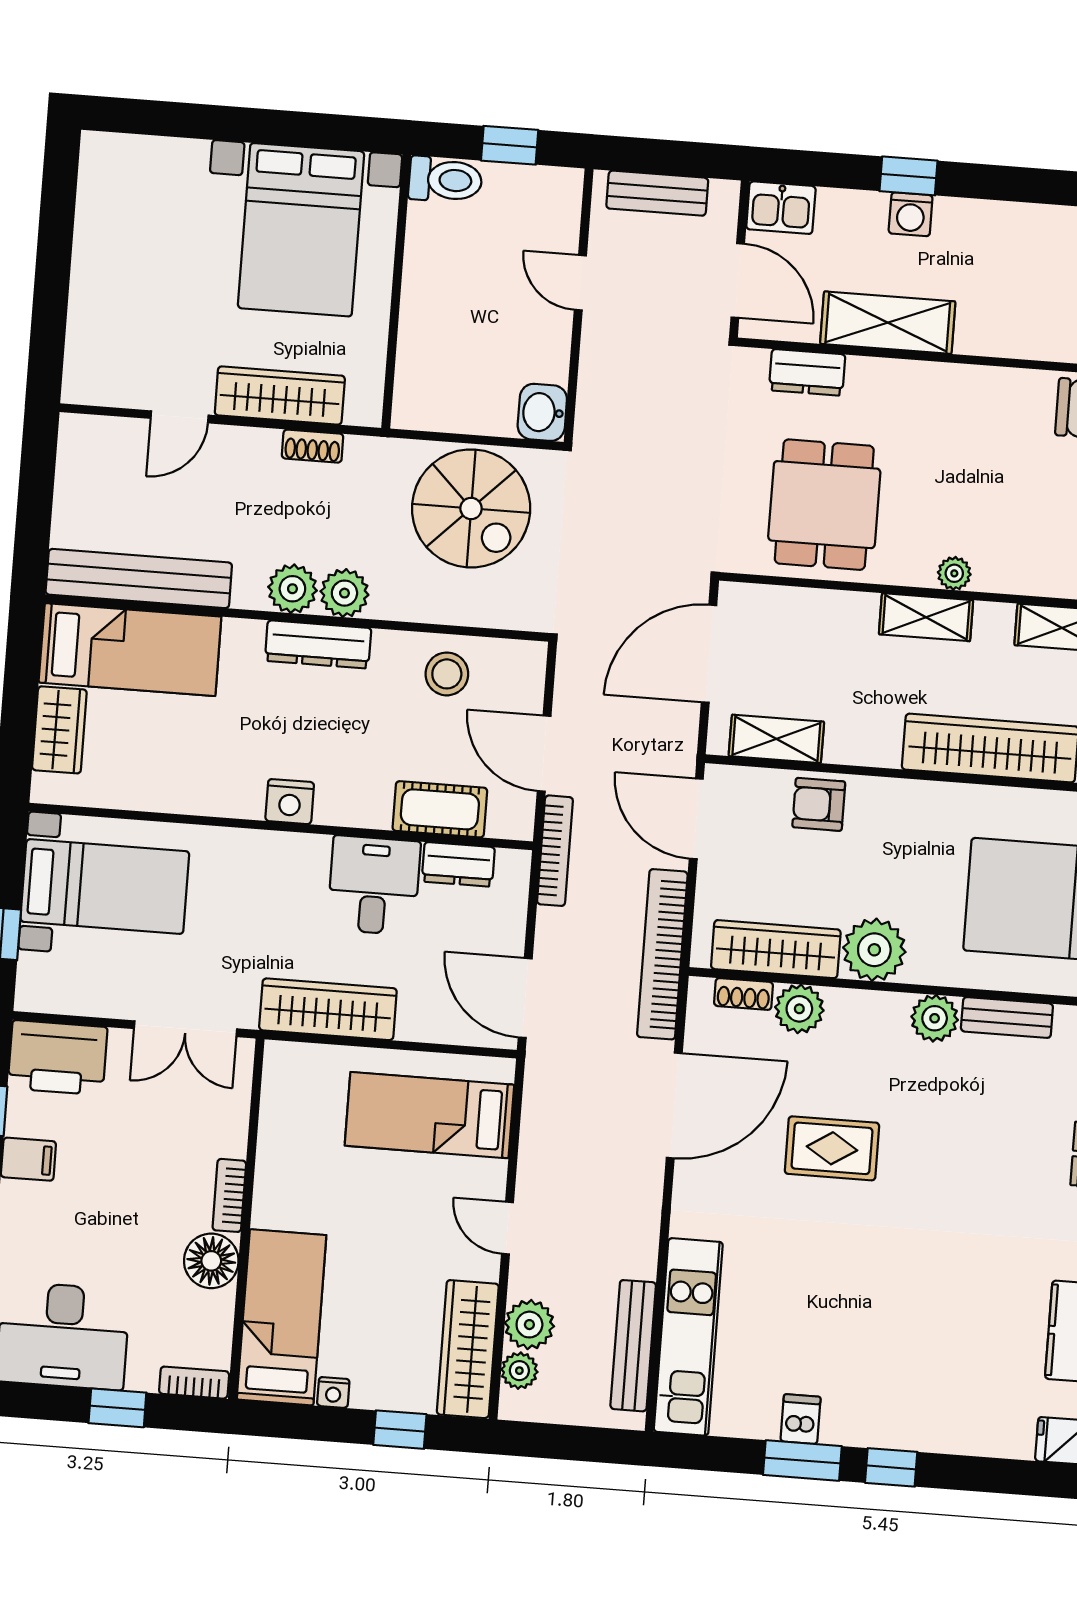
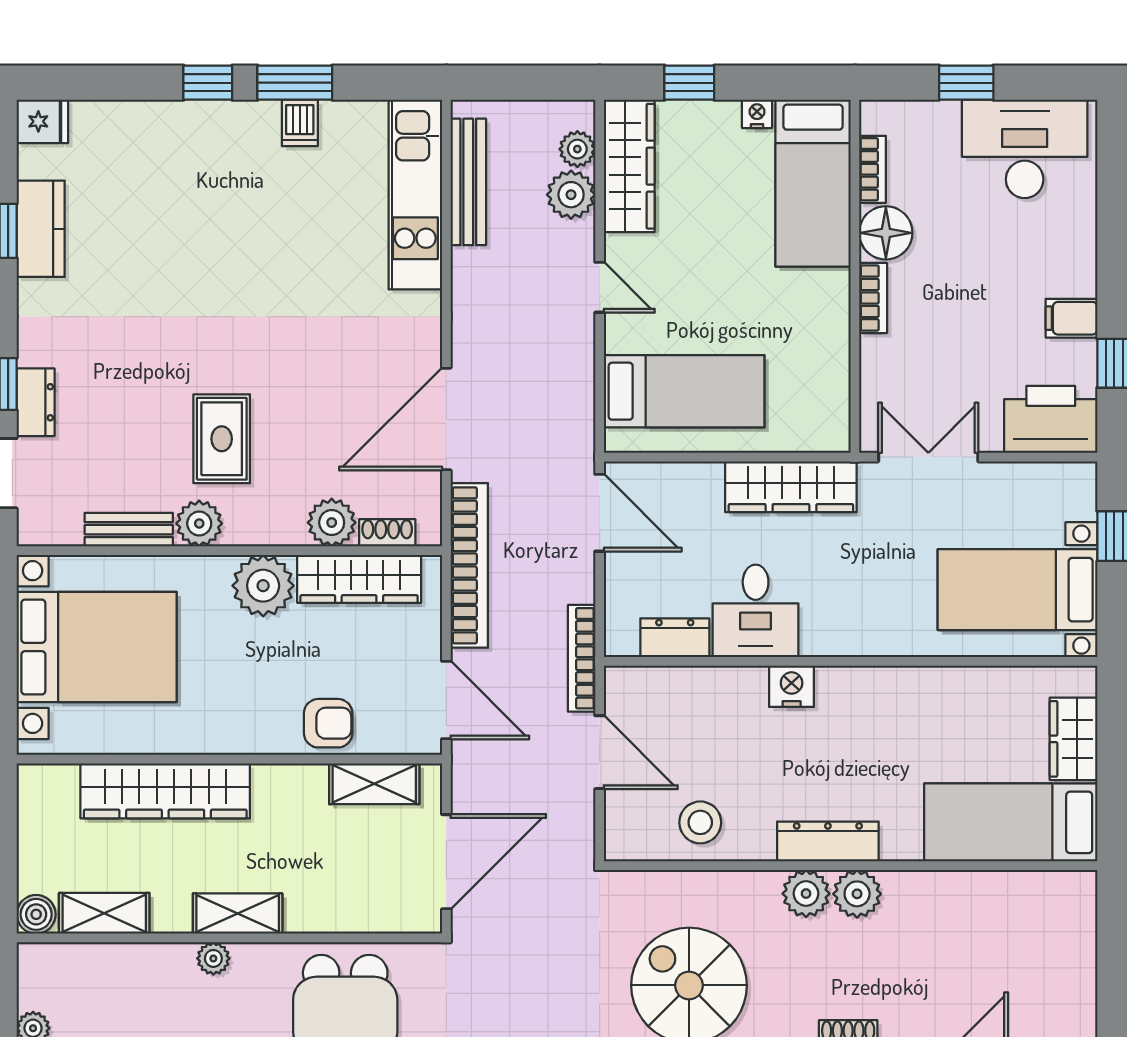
bench: (139, 579) -> (1008, 892), removed
nightstand: (290, 802) -> (792, 686), moved
cot: (440, 809) -> (697, 690), removed
rug: (832, 1148) -> (222, 439), moved, turned 90
bookcase: (194, 1383) -> (872, 169), moved, turned -90

